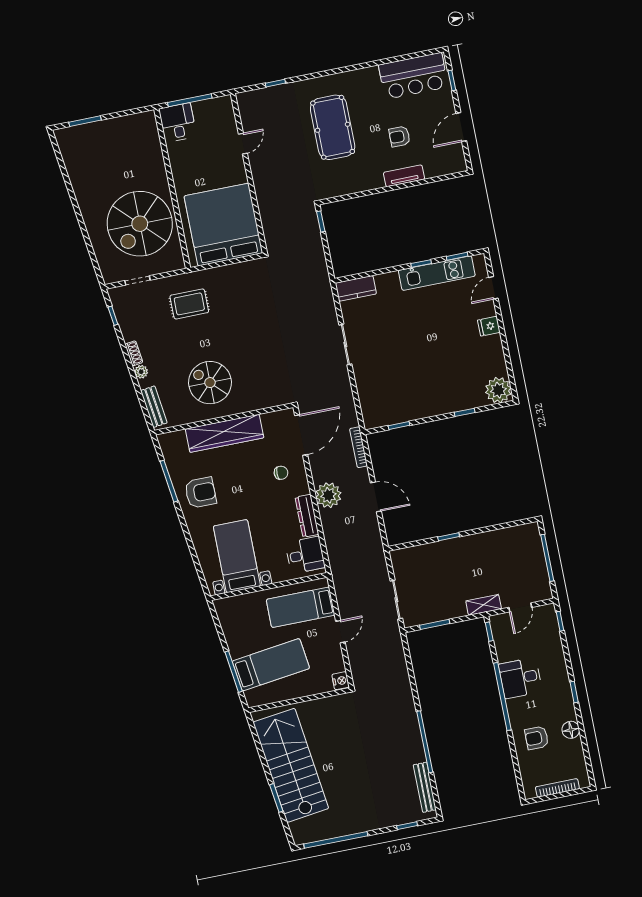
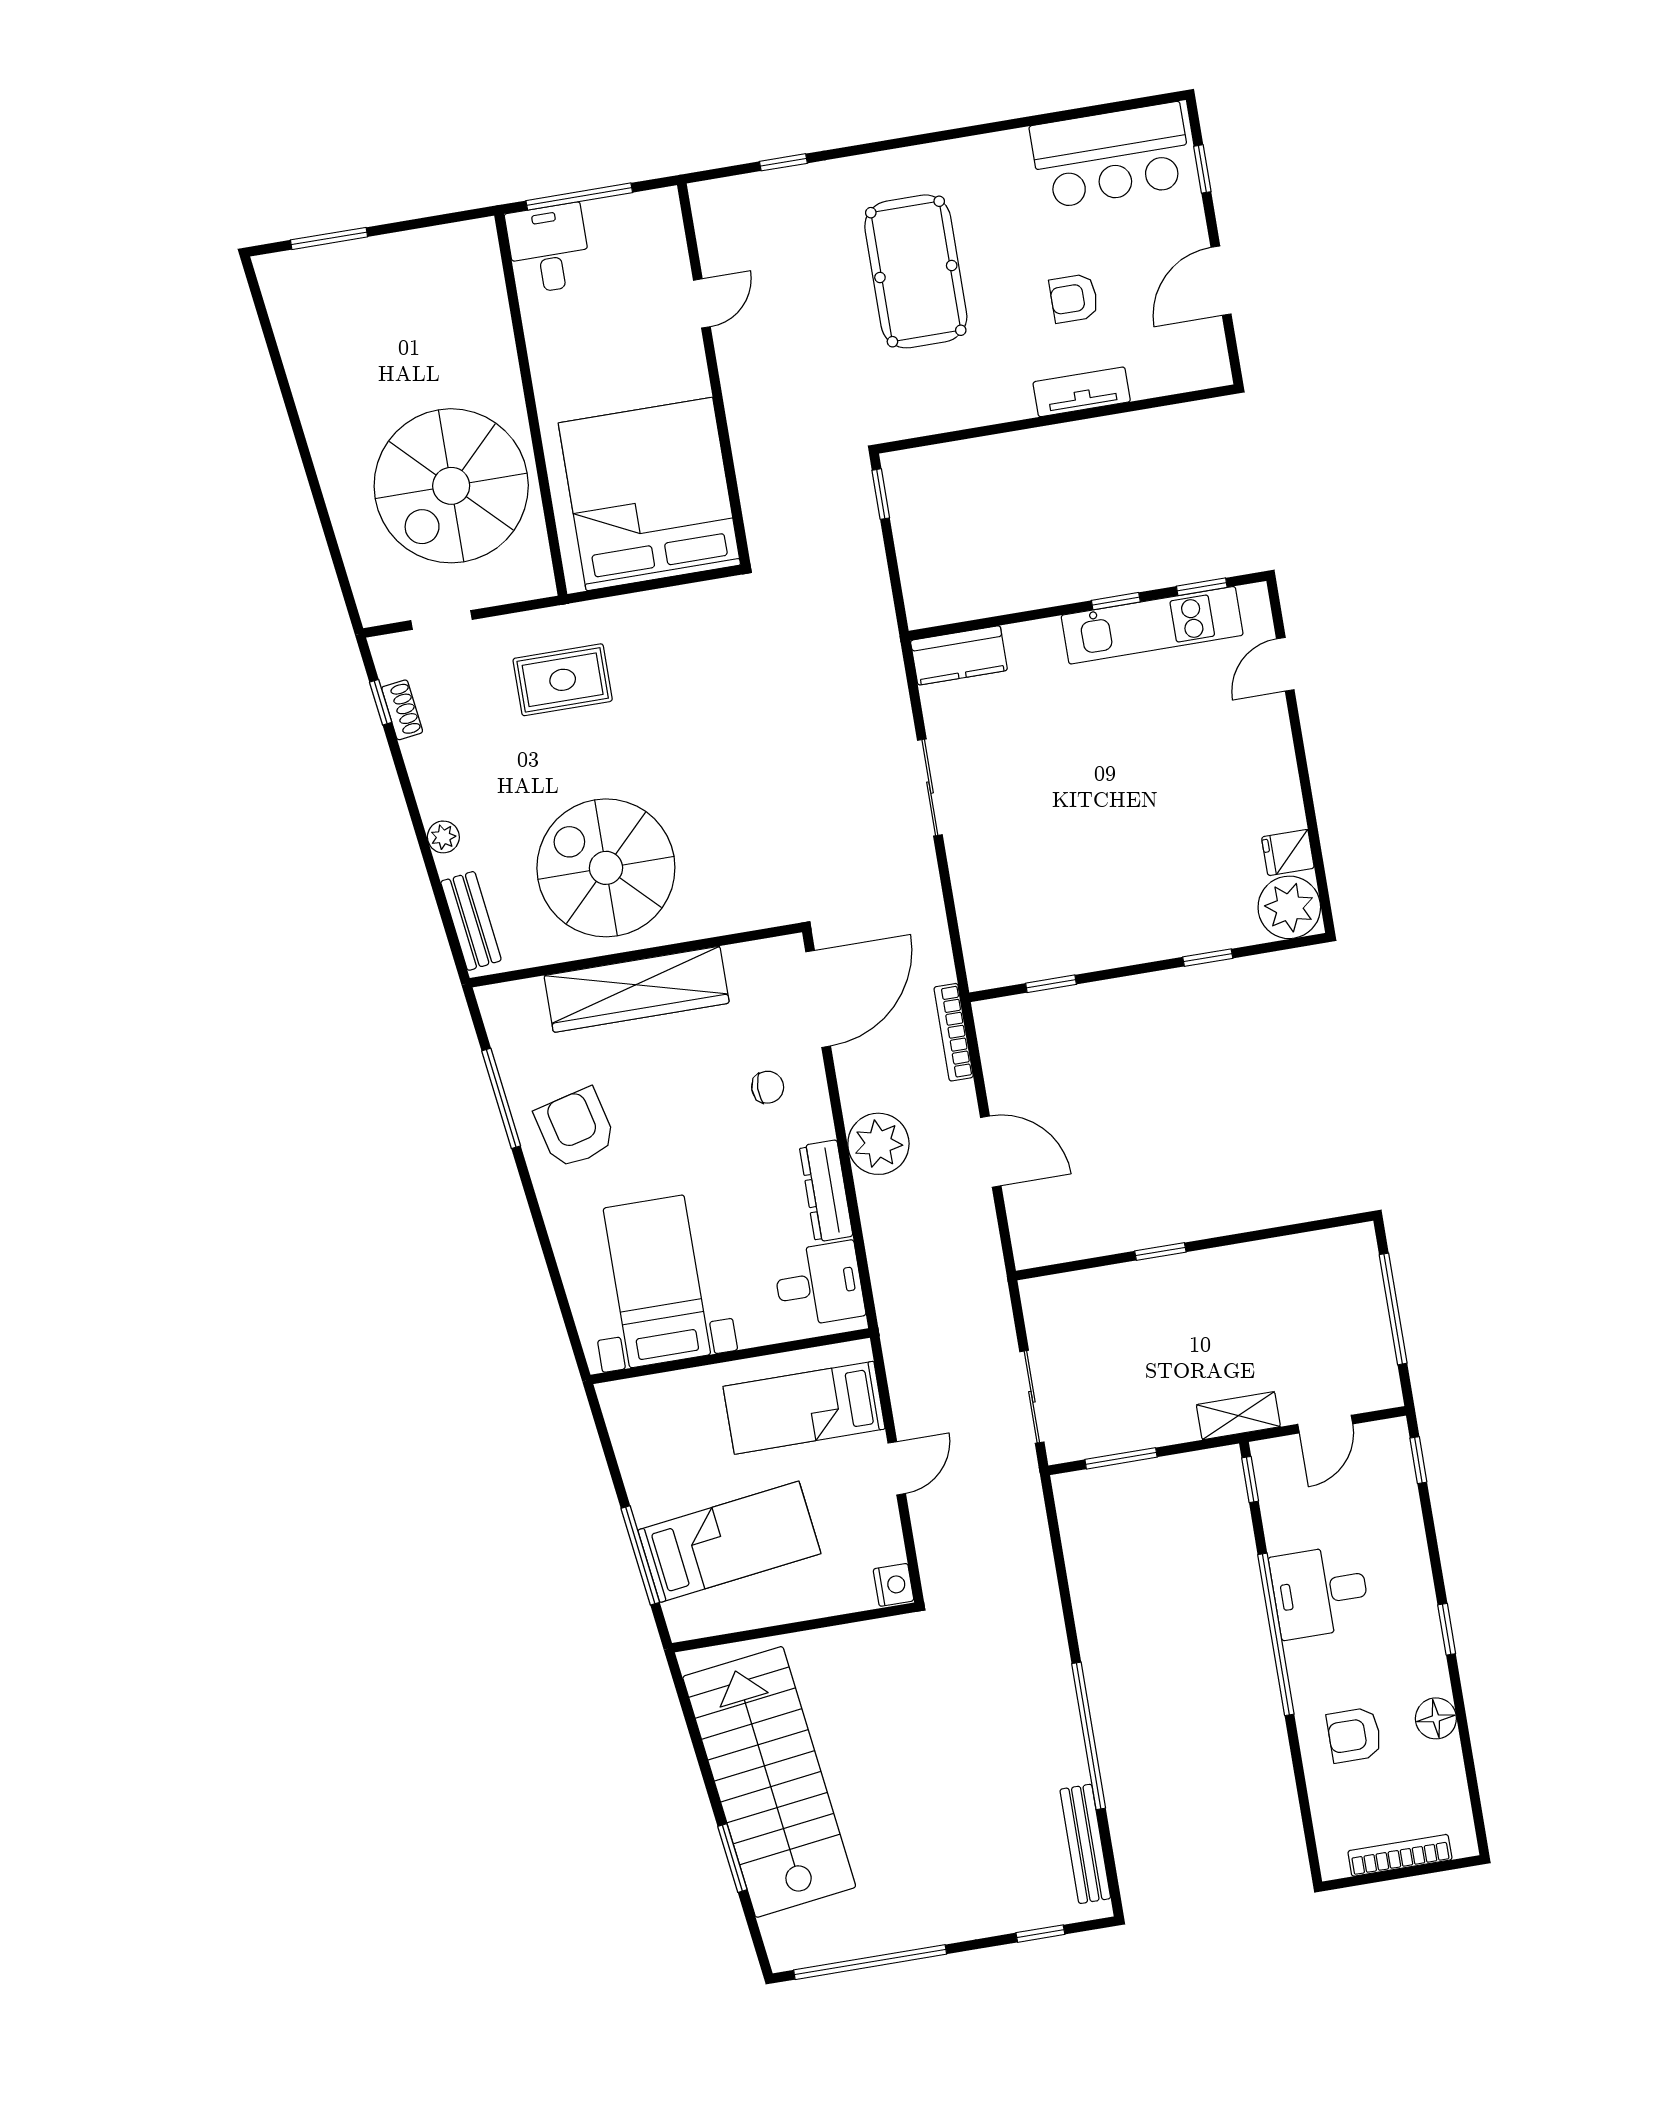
fridge: (489, 326) -> (1288, 853), moved
shoe rack: (134, 353) -> (402, 710), moved
spiral stairs: (210, 383) -> (606, 868), width x1.37, depth x1.37
armchair: (201, 493) -> (575, 1128), turned -104

